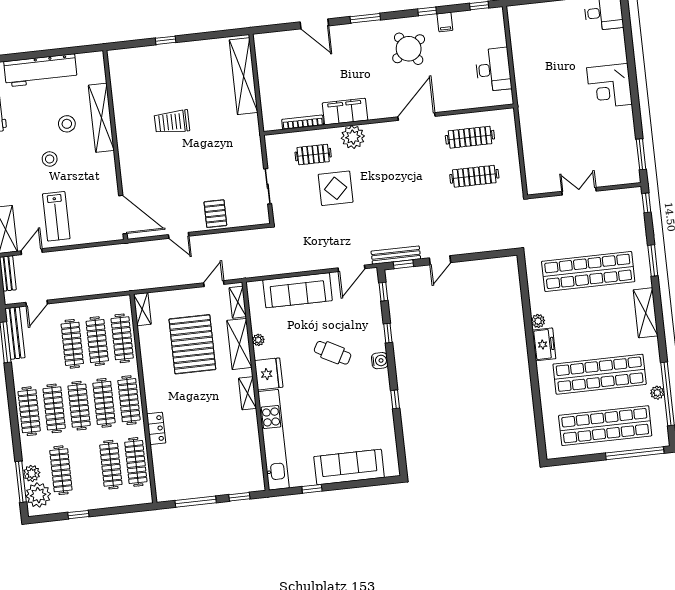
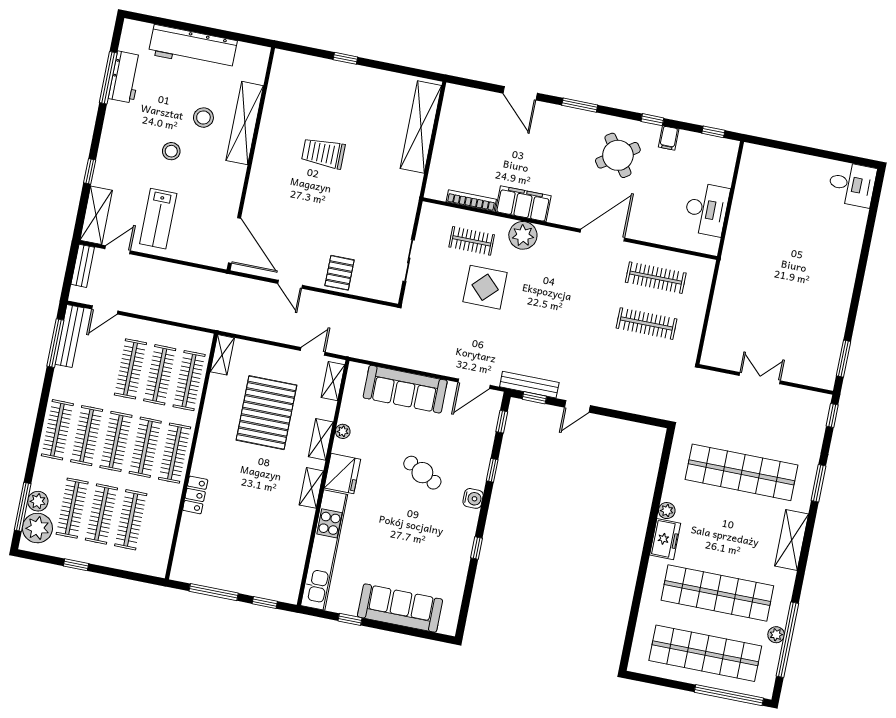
corner desk: (609, 86) -> (832, 270), removed
shelving: (239, 344) -> (321, 439), width x0.67, depth x0.75
clothes rail: (136, 462) -> (101, 514), moved

